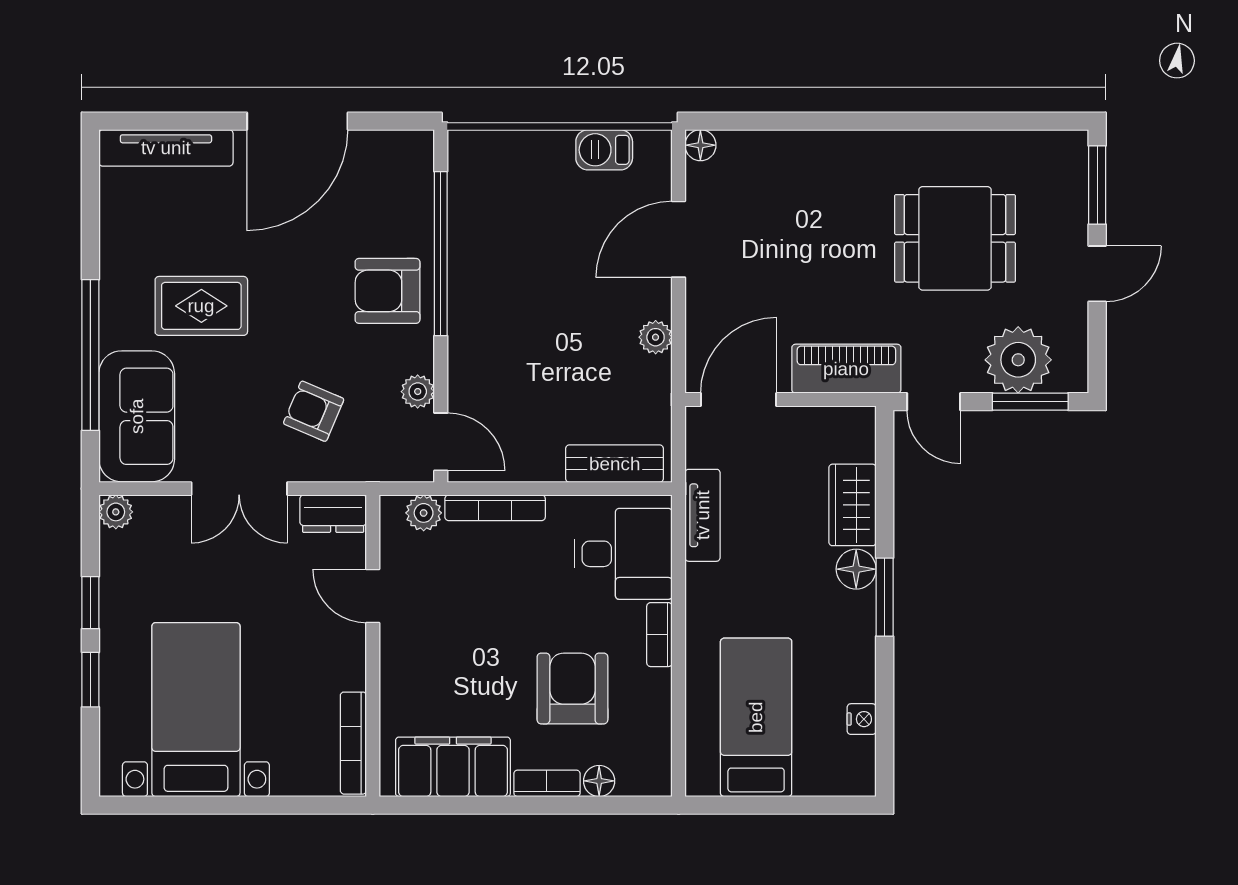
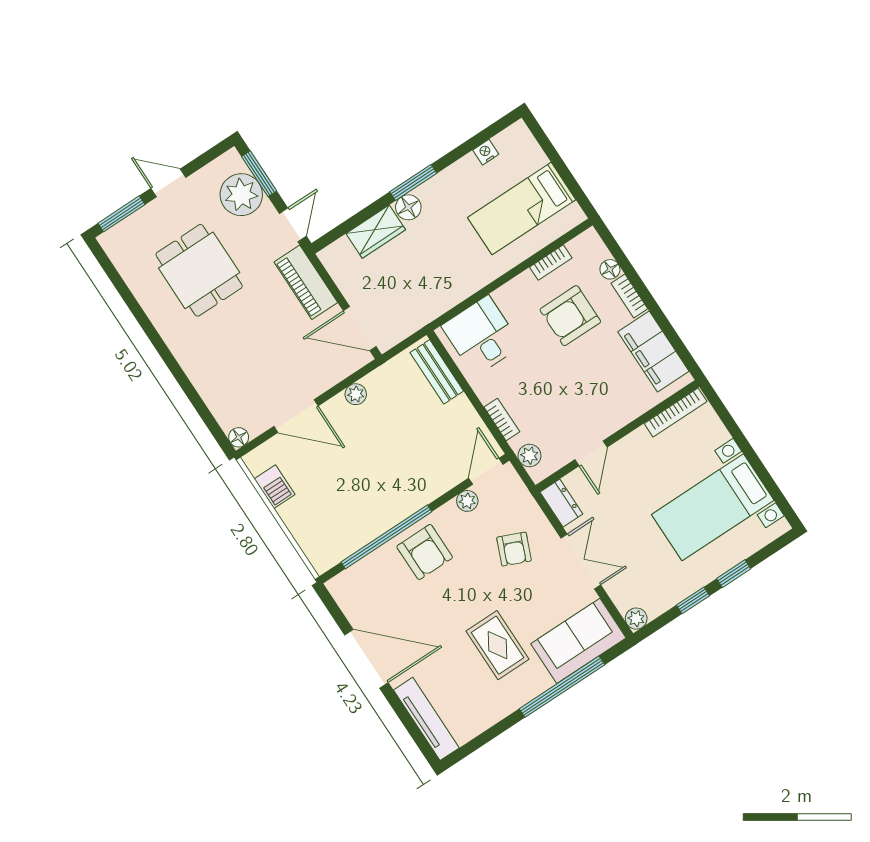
bookcase: (495, 508) -> (502, 419), width x0.64
tv unit: (703, 515) -> (433, 307), removed
bookcase: (659, 635) -> (551, 263), moved

